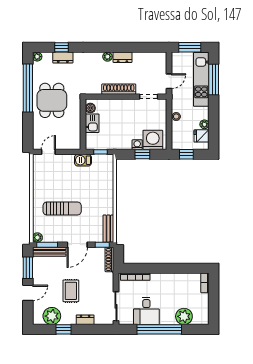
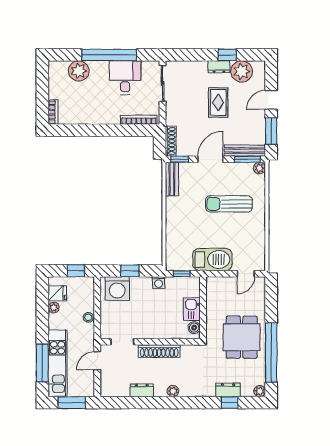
dresser: (123, 57) -> (142, 390), moved
washing machine: (137, 145) -> (159, 283), moved
barbecue: (83, 160) -> (212, 259), width x1.88, depth x1.53
dresser: (85, 320) -> (219, 67), moved

